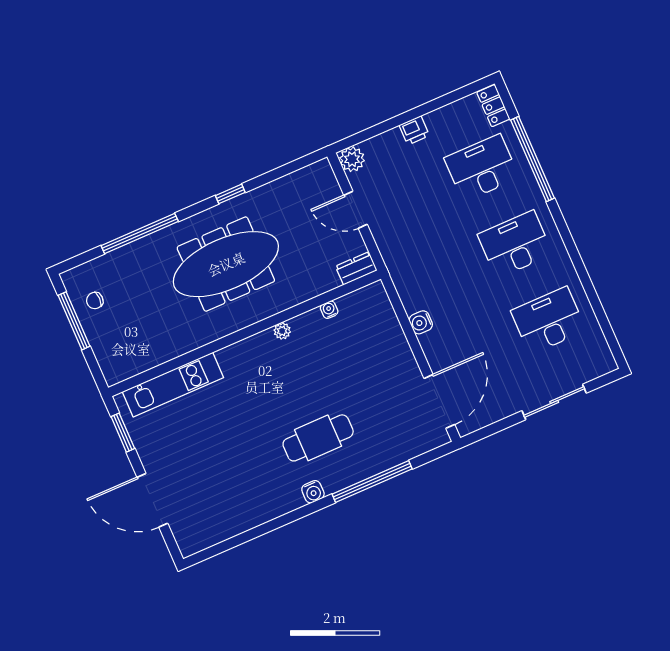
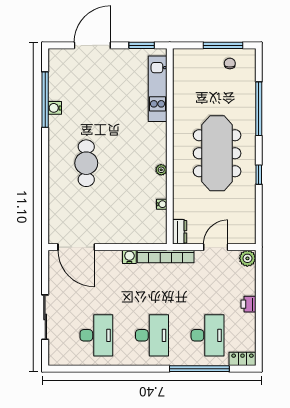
bookcase: (398, 273) -> (166, 256), added
window: (372, 481) -> (45, 100), moved
water cooler: (313, 492) -> (55, 108), moved

